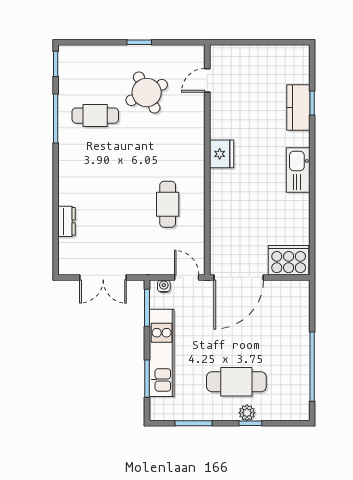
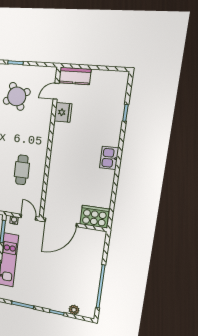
kitchen counter: (298, 108) -> (75, 76), moved, turned -90
fridge: (222, 154) -> (63, 112), moved
kitchen sink: (298, 170) -> (109, 158), width x0.73
cafe table: (236, 382) -> (51, 286), removed
plant: (247, 413) -> (74, 310), moved

